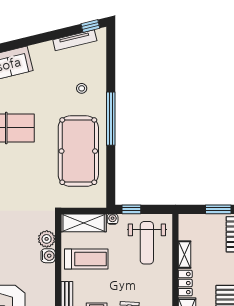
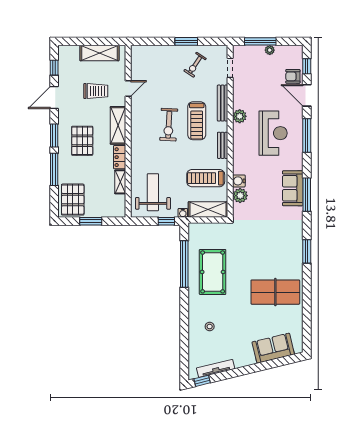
window: (111, 119) -> (184, 264), moved
pool table: (78, 151) -> (213, 272), width x0.73, depth x0.76

